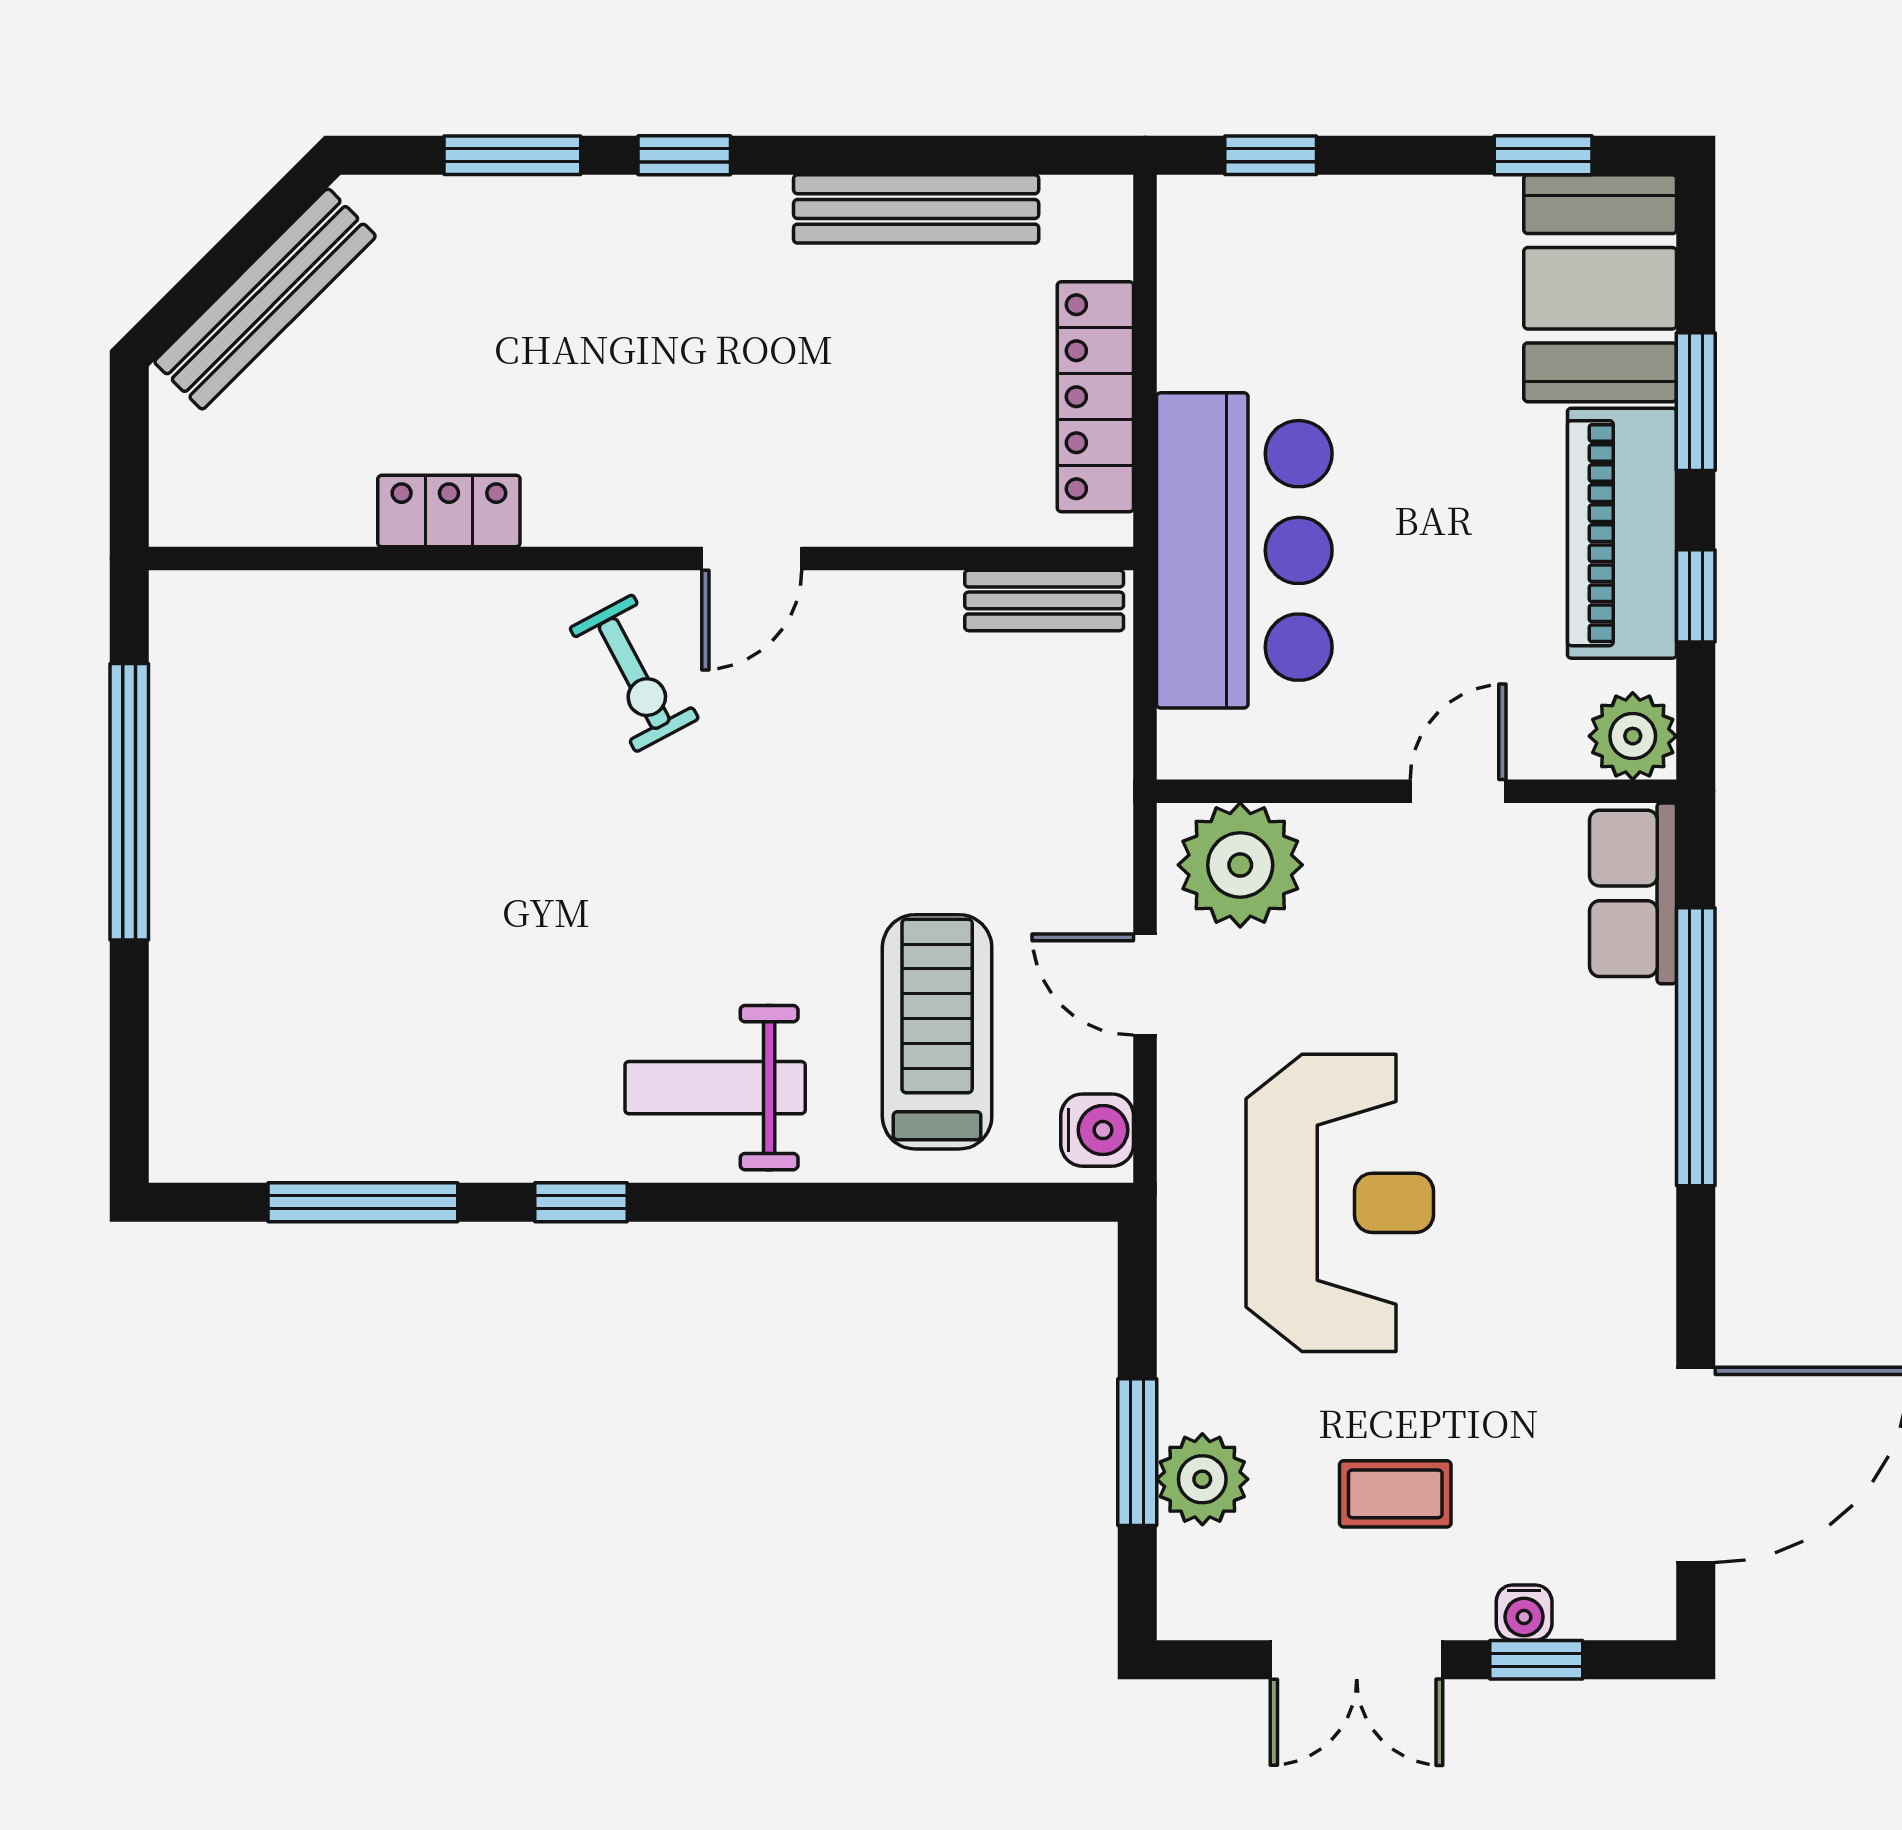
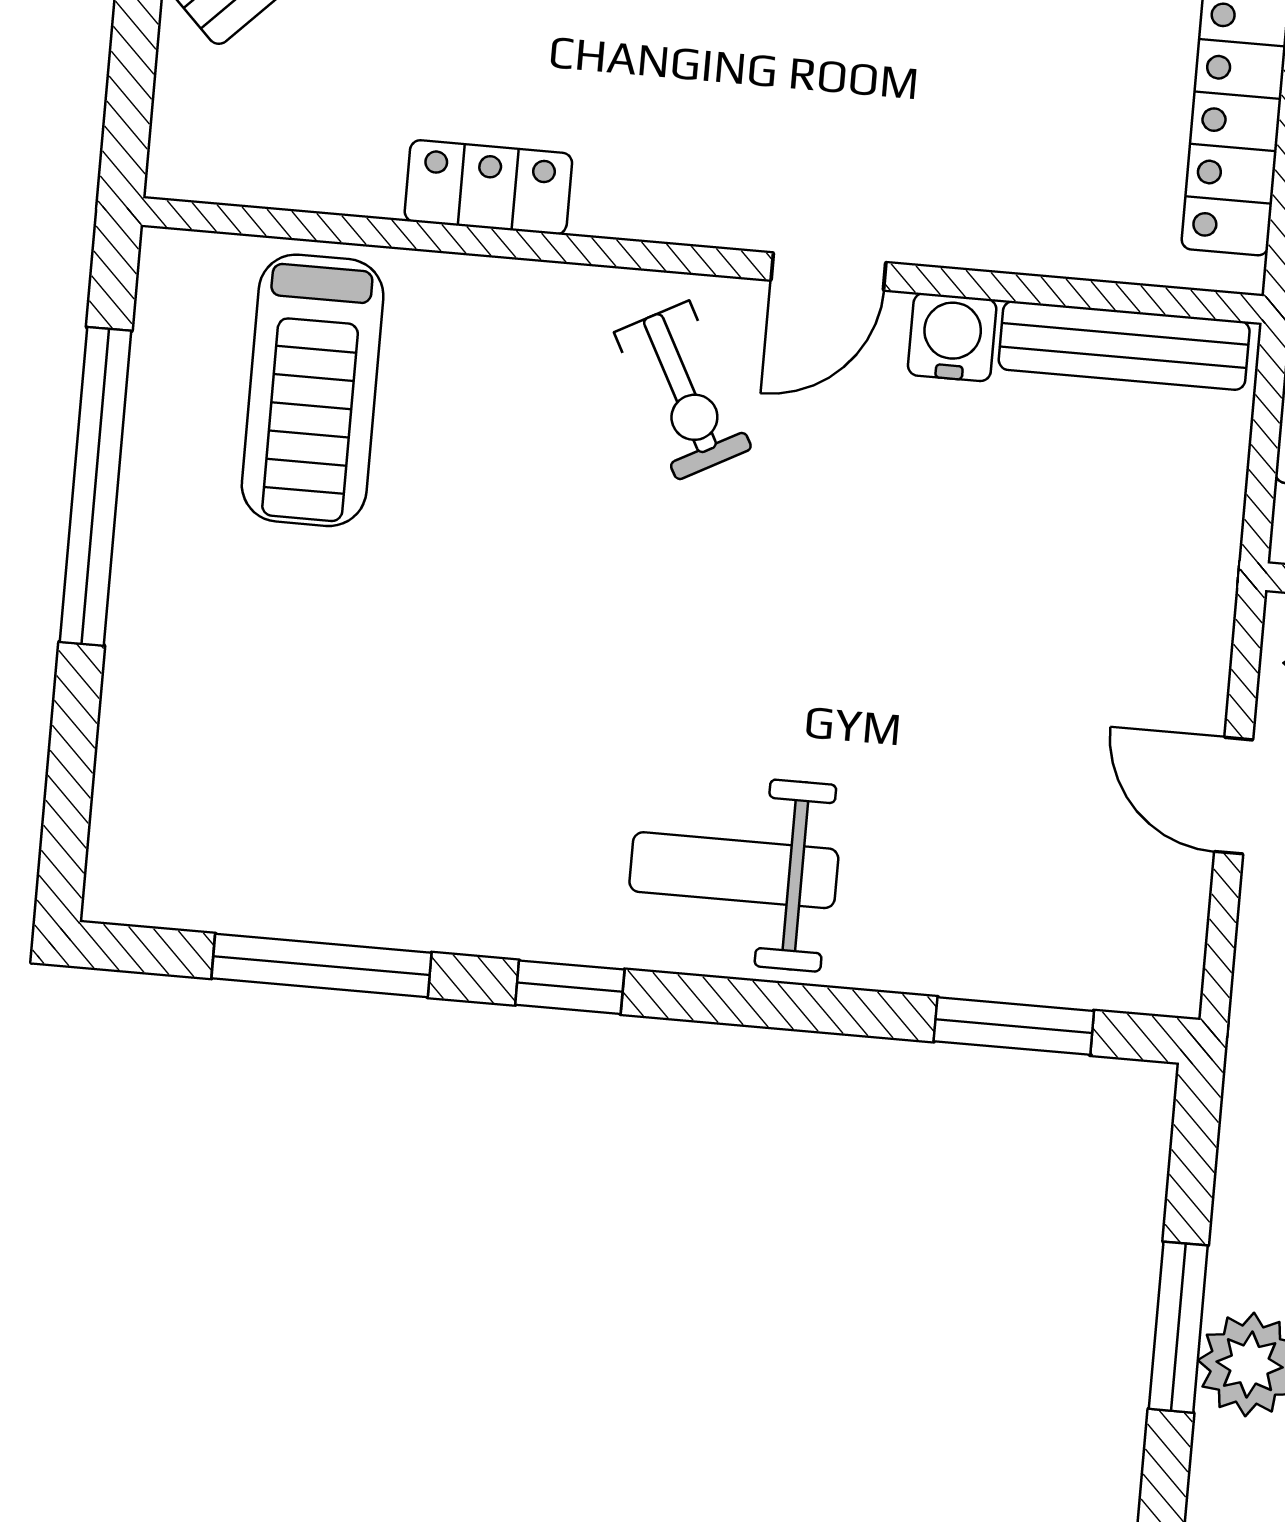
bench: (1044, 600) -> (1124, 345), width x1.36
treadmill: (937, 1032) -> (313, 390), moved, turned 180
water cooler: (1097, 1130) -> (952, 337), moved, turned -90
window: (971, 1202) -> (1014, 1026), added

